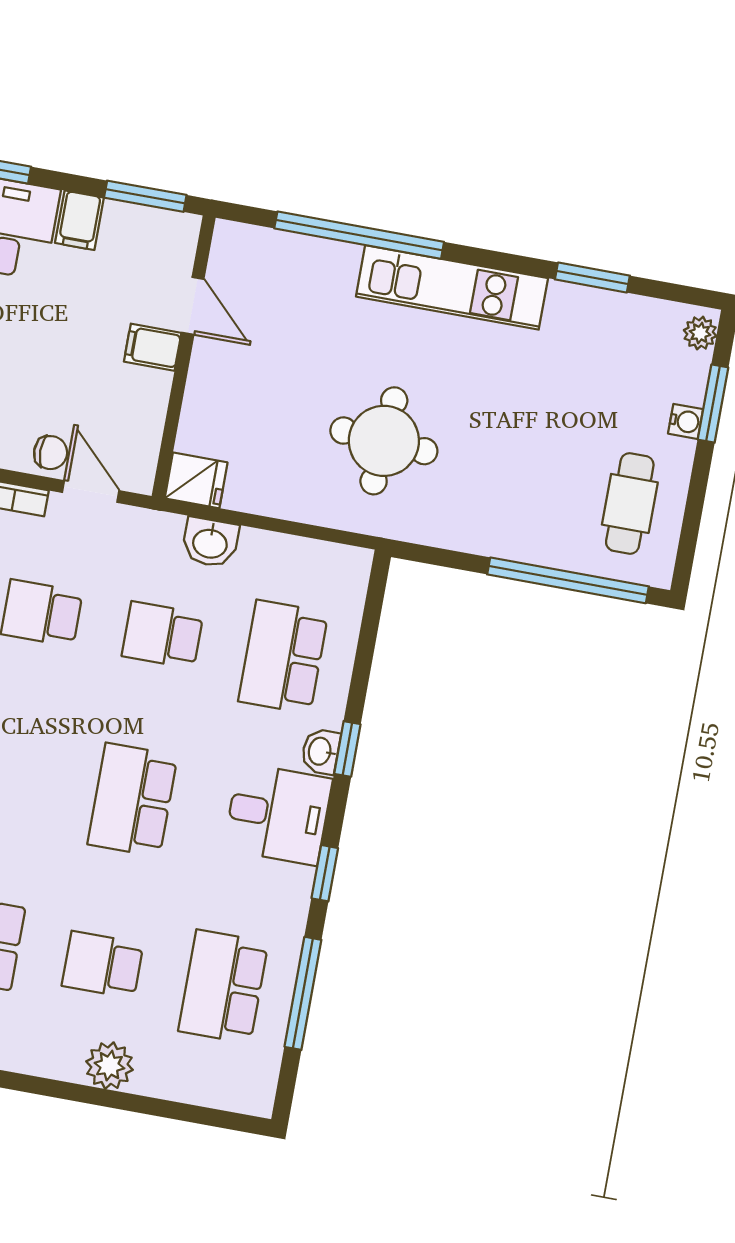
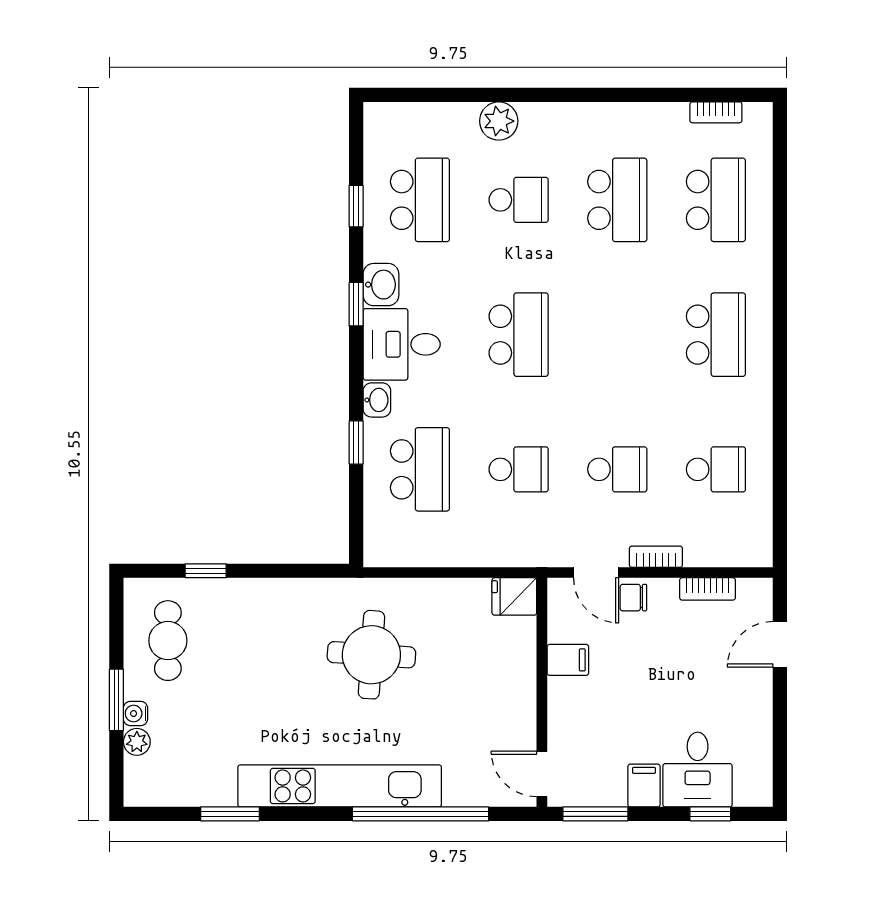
kitchen unit: (452, 287) -> (340, 786), width x1.36
door: (193, 306) -> (542, 774), moved
plant: (700, 333) -> (137, 742), moved
filing cabinet: (153, 347) -> (568, 660), moved
window: (713, 404) -> (116, 700), moved
washbasin: (210, 542) -> (381, 285), moved, turned 90
window: (568, 580) -> (206, 571), width x0.32
window: (347, 749) -> (356, 442), moved
window: (303, 993) -> (356, 206), width x0.46

